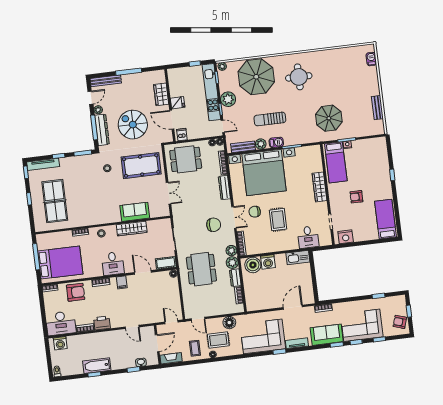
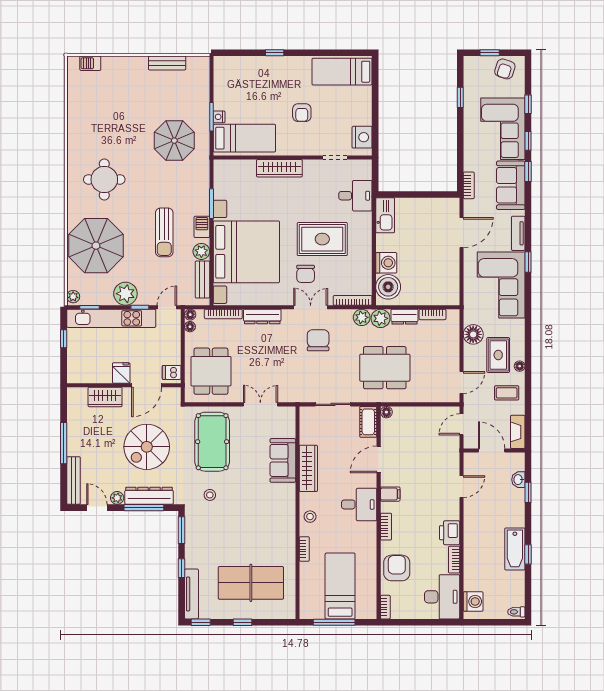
rug: (278, 220) -> (322, 239), width x1.36, depth x1.43
bed: (60, 262) -> (340, 586), width x0.67
door: (293, 307) -> (461, 233), swing flipped

